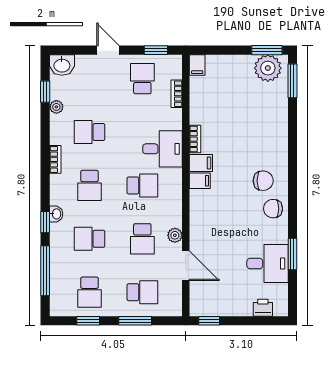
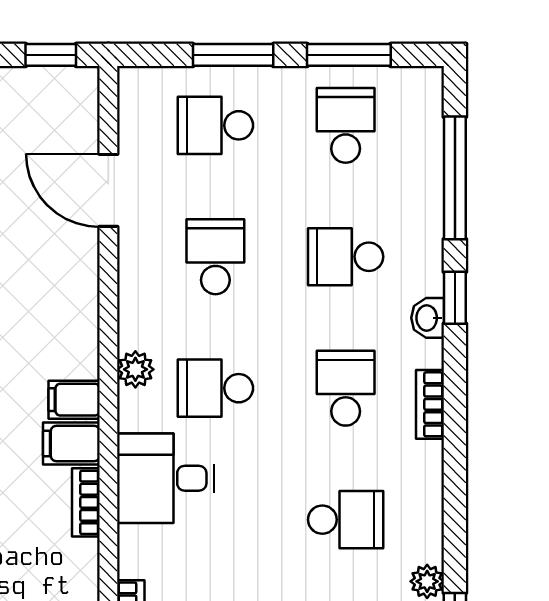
bookcase: (55, 159) -> (430, 404), moved
plant: (175, 235) -> (135, 369), moved
school desk: (89, 239) -> (346, 257), turned 180
window: (88, 321) -> (349, 55), width x1.50

